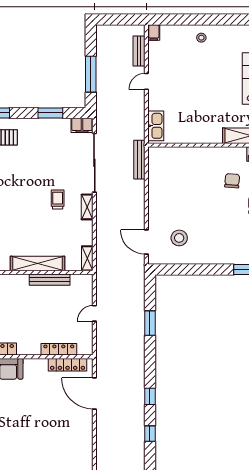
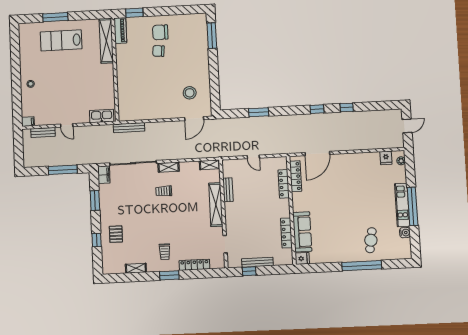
chair: (232, 181) -> (158, 51), moved
bench: (50, 280) -> (228, 190), width x0.73

